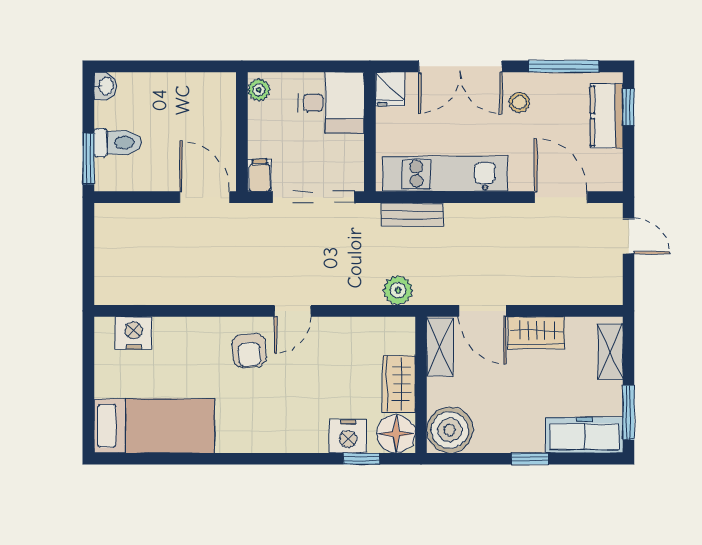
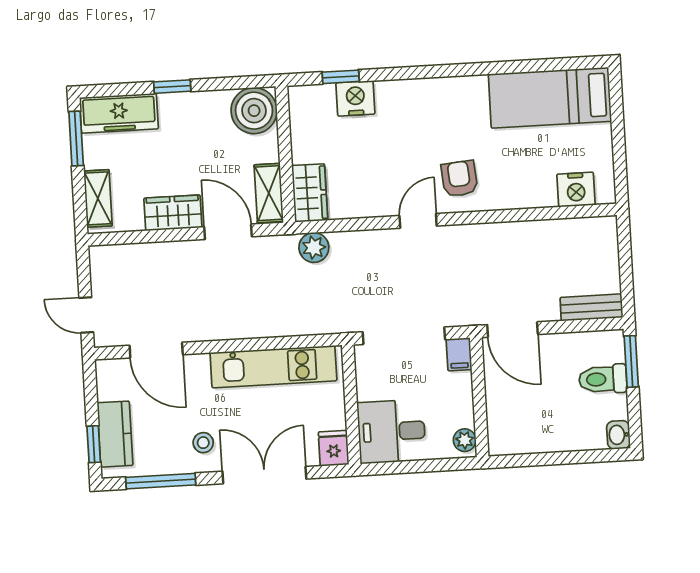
bench: (412, 215) -> (591, 307), moved
wardrobe: (399, 384) -> (310, 193), moved
floor lamp: (396, 434) -> (307, 104), removed

